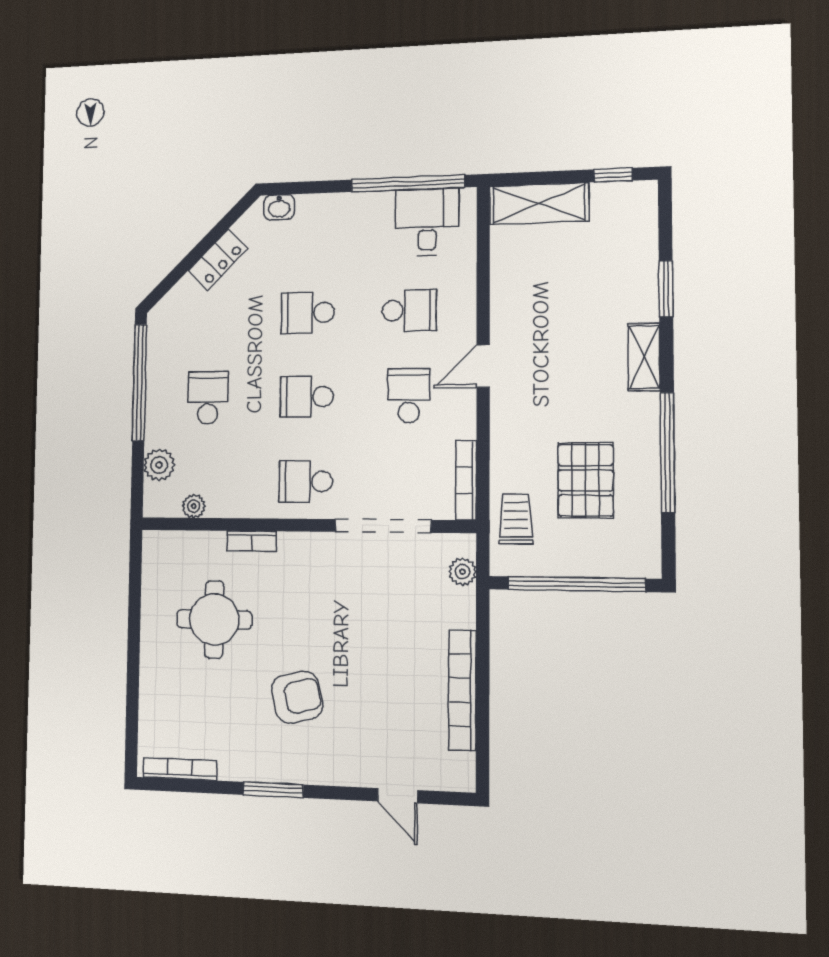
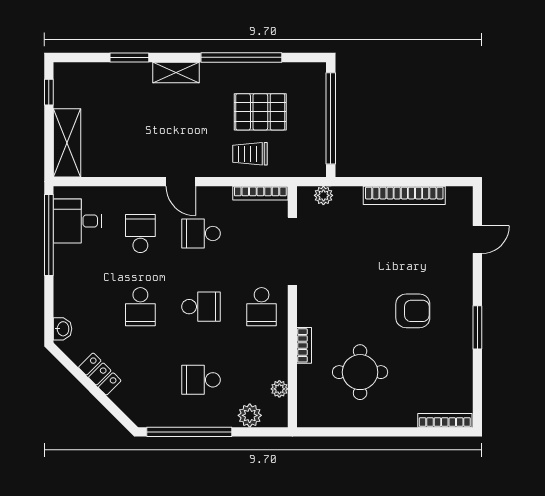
school desk: (307, 397) -> (201, 307), turned -90
trolley: (516, 519) -> (250, 154), moved
armchair: (297, 697) -> (413, 311), turned 104
bookcase: (180, 769) -> (445, 420), moved, turned 90

